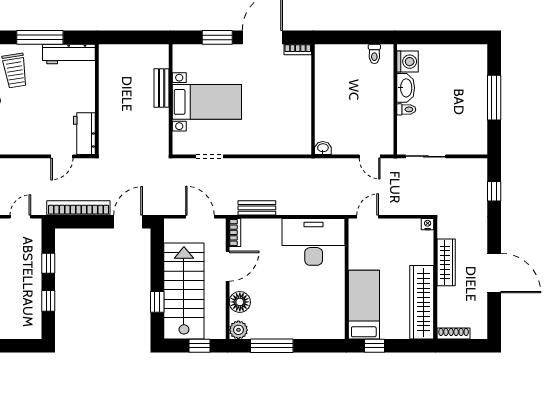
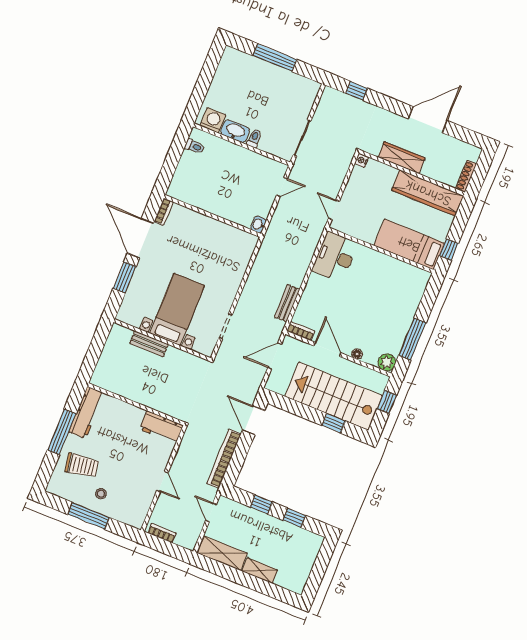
door: (62, 156) -> (162, 481), moved
desk: (314, 242) -> (335, 257), width x0.73, depth x0.77
floor lamp: (240, 302) -> (357, 354), width x0.53, depth x0.53

